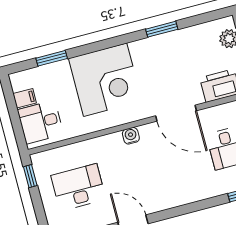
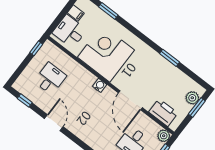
corner desk: (105, 80) -> (106, 54), moved, turned 180
desk: (78, 187) -> (50, 79), width x0.73

